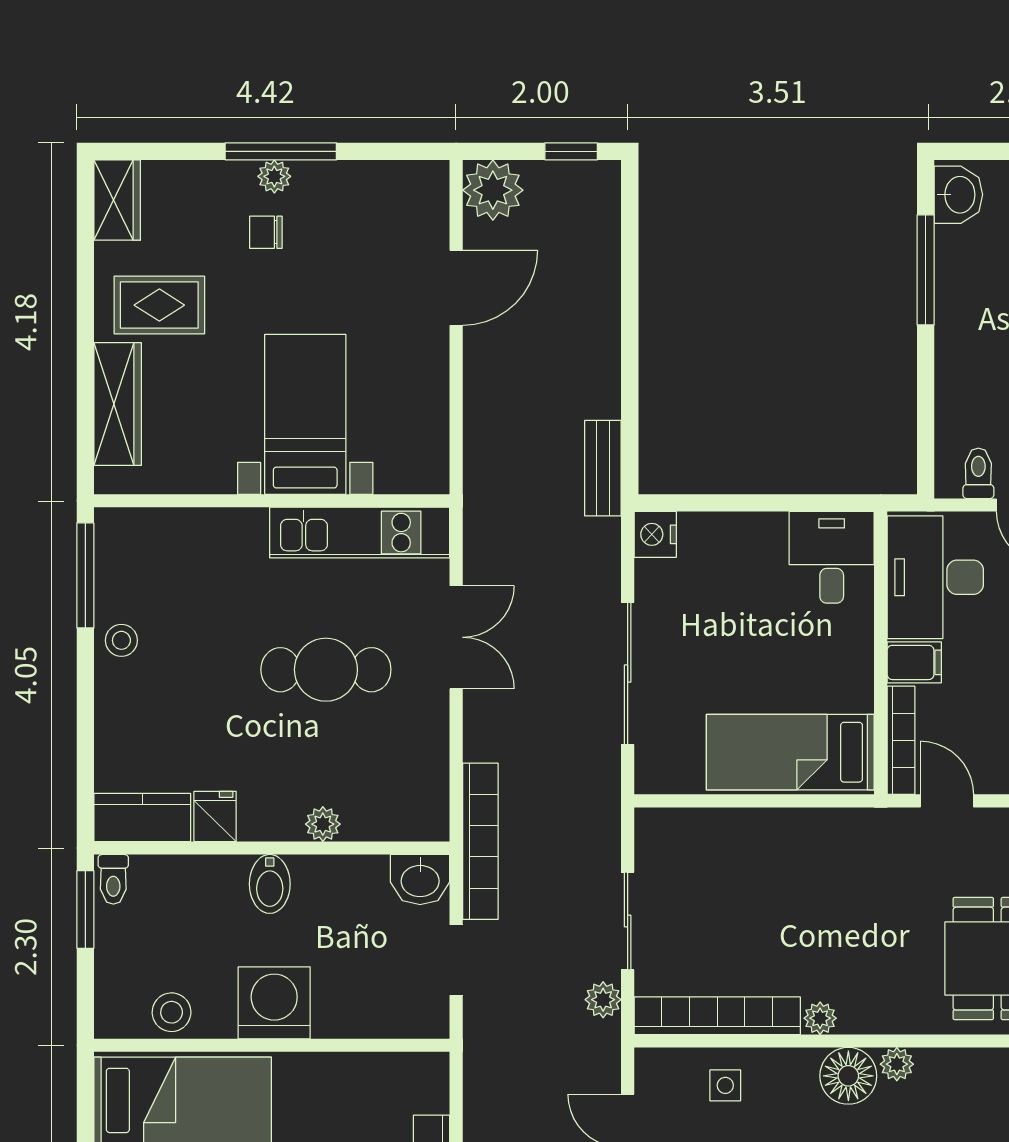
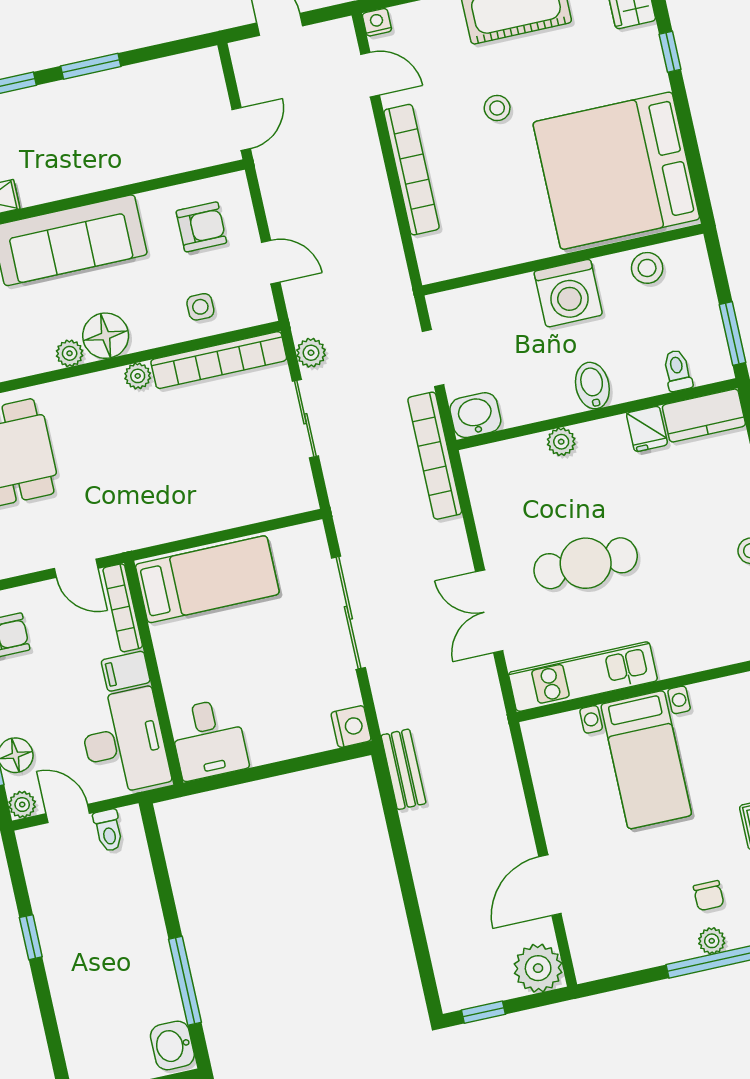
chair: (266, 232) -> (709, 896), turned 90
toilet: (113, 879) -> (677, 371), moved

